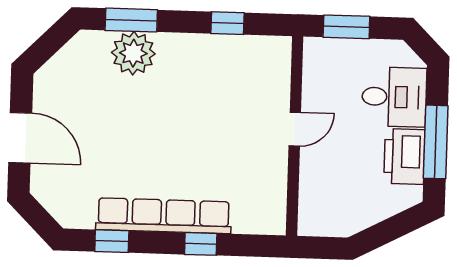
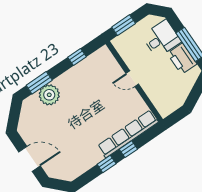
door: (295, 129) -> (132, 79), swing flipped
row of seats: (164, 216) -> (128, 134), moved
window: (112, 241) -> (107, 164), moved

